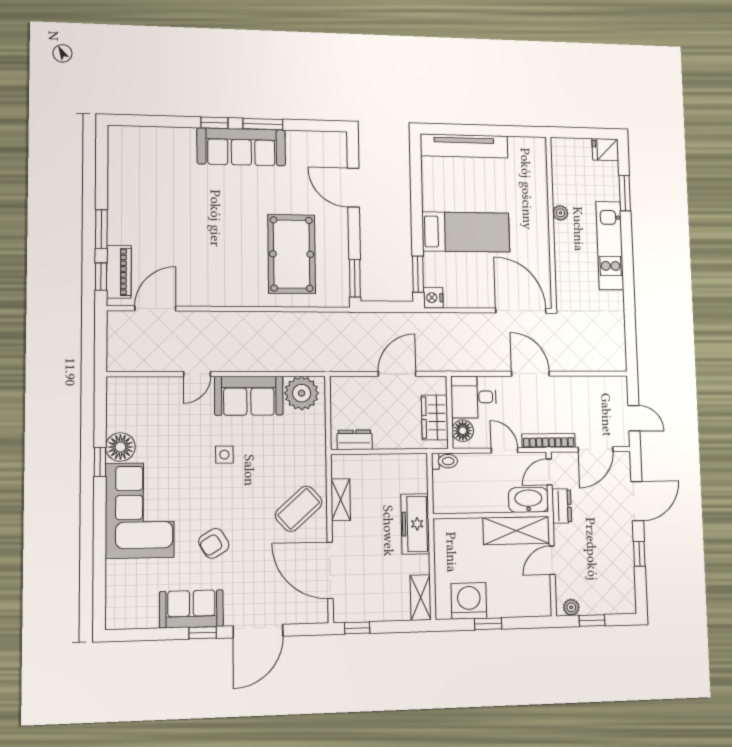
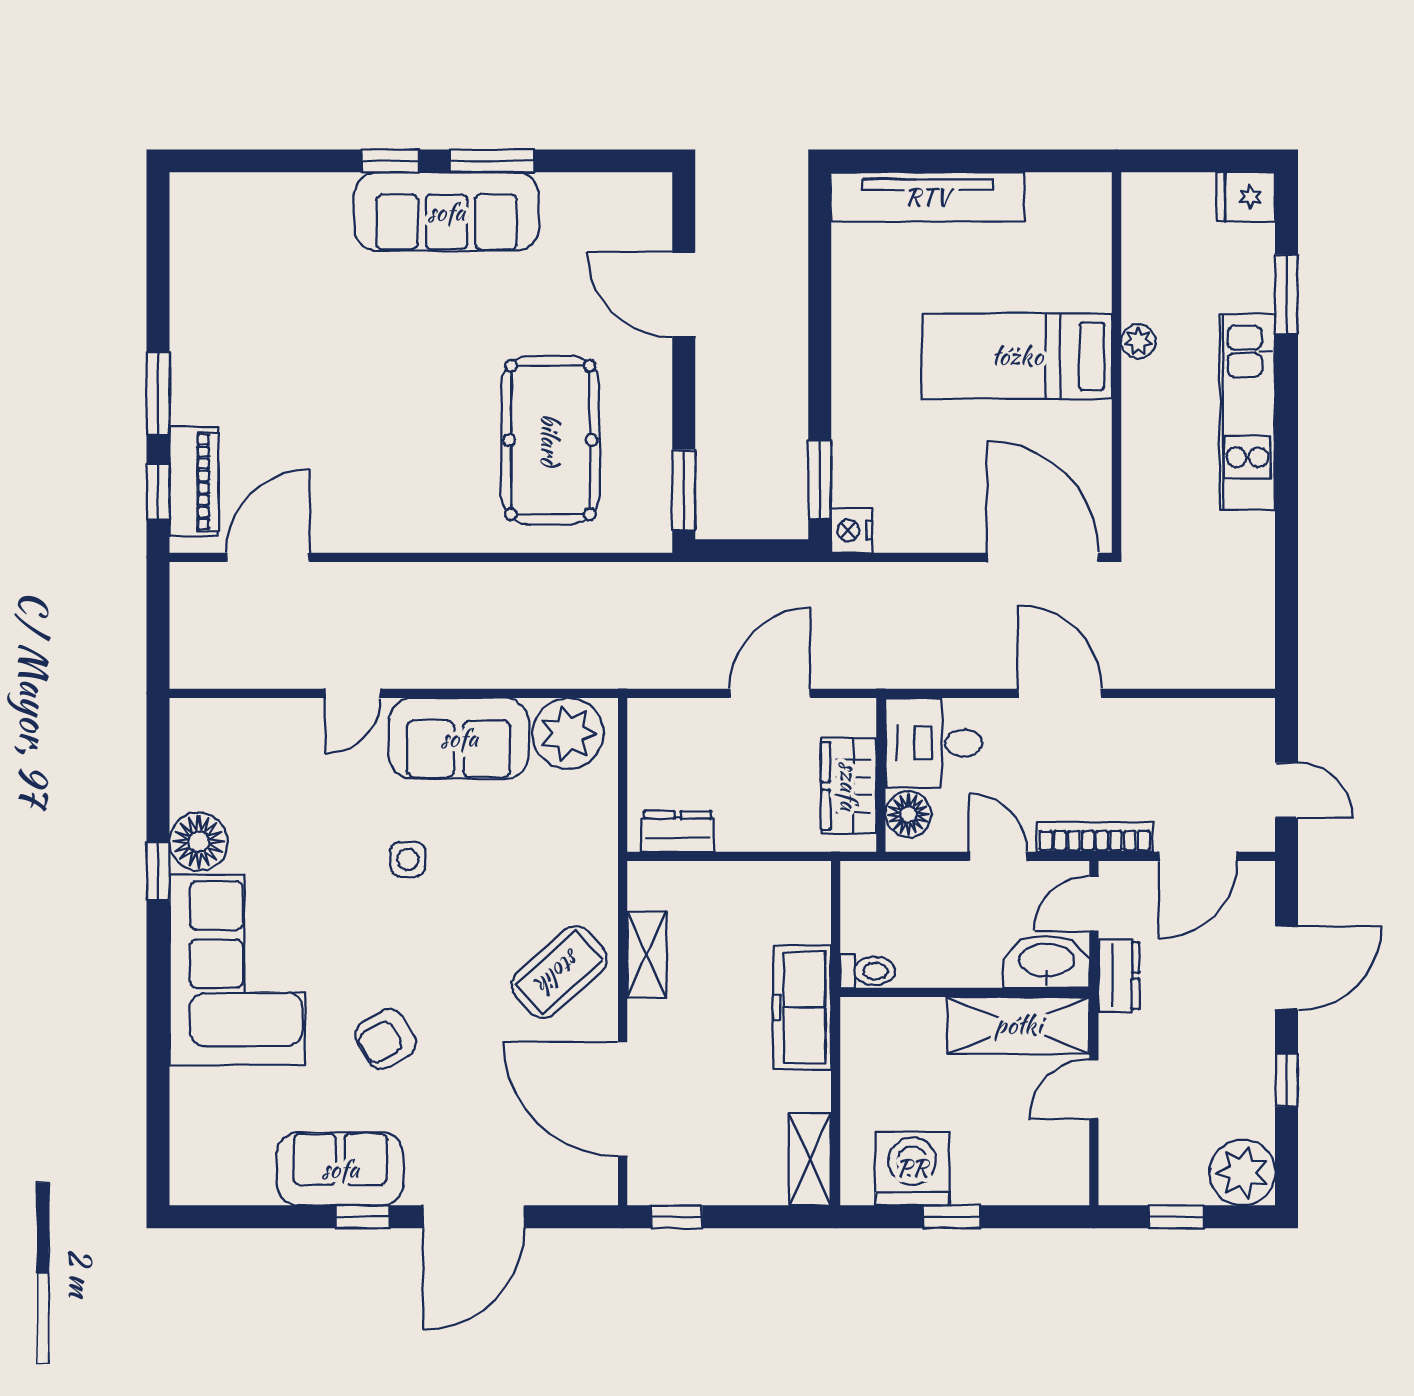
bed: (466, 232) -> (1017, 356), moved, turned 180
toilet: (445, 461) -> (868, 971), moved
plant: (571, 607) -> (1242, 1173), moved, width x1.88, depth x1.88

